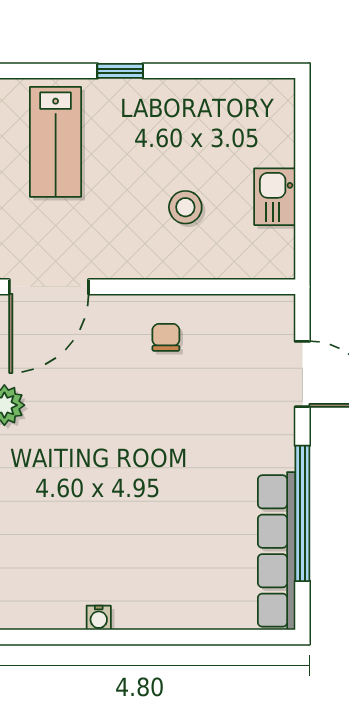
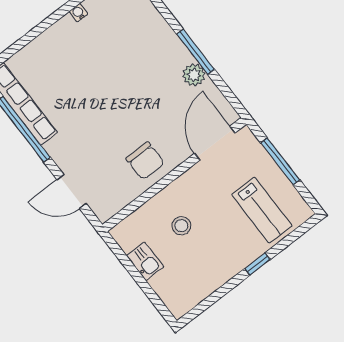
lab bench: (56, 142) -> (262, 210), turned 180
chair: (166, 337) -> (145, 161), width x1.87, depth x1.87

